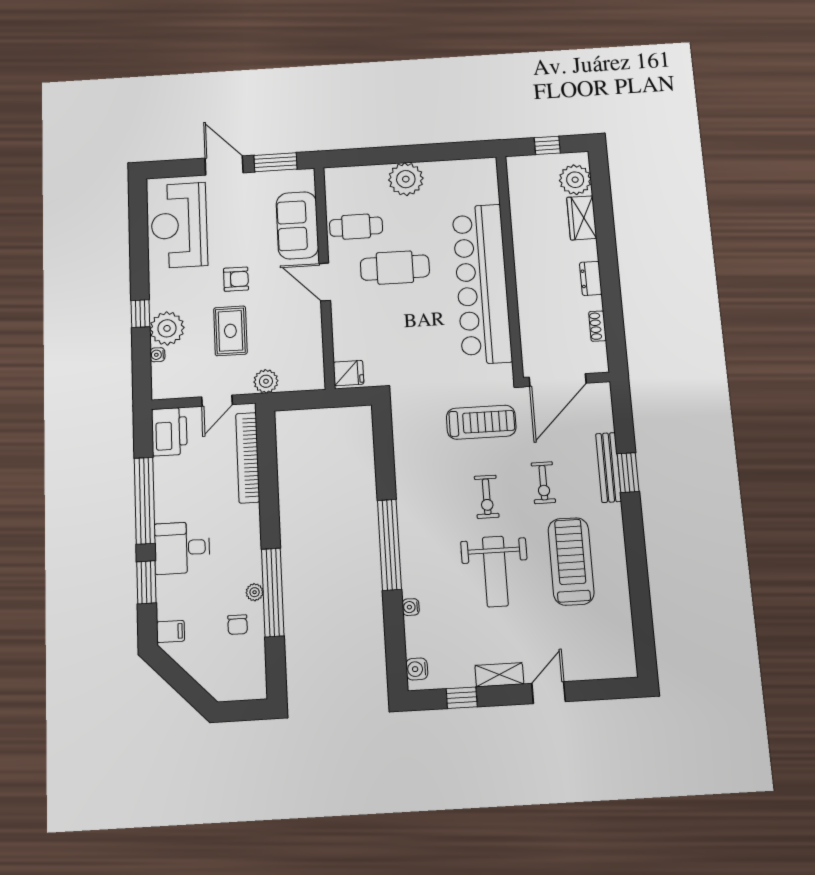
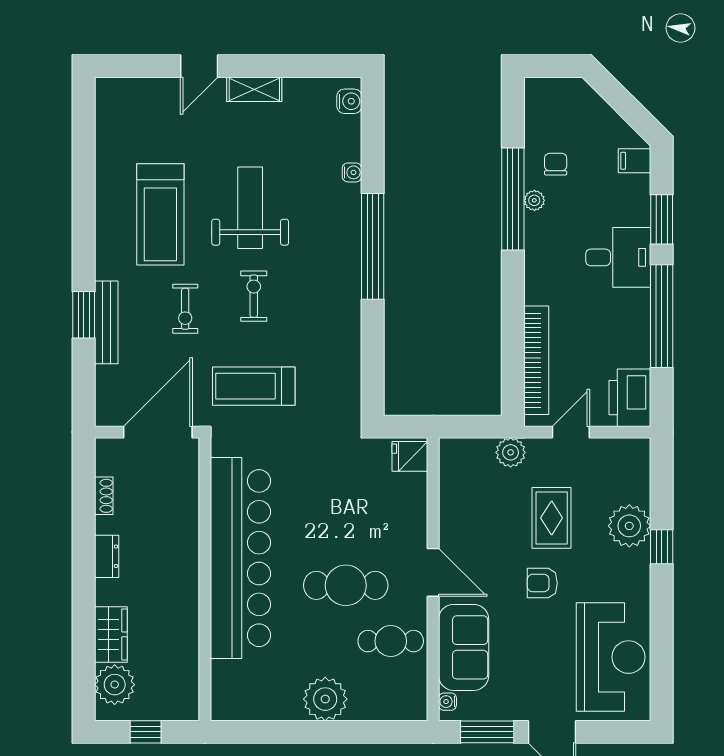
water cooler: (157, 355) -> (447, 702), moved, turned 180
exercise bike: (543, 483) -> (185, 309), turned 180
window: (462, 698) -> (300, 66), removed

